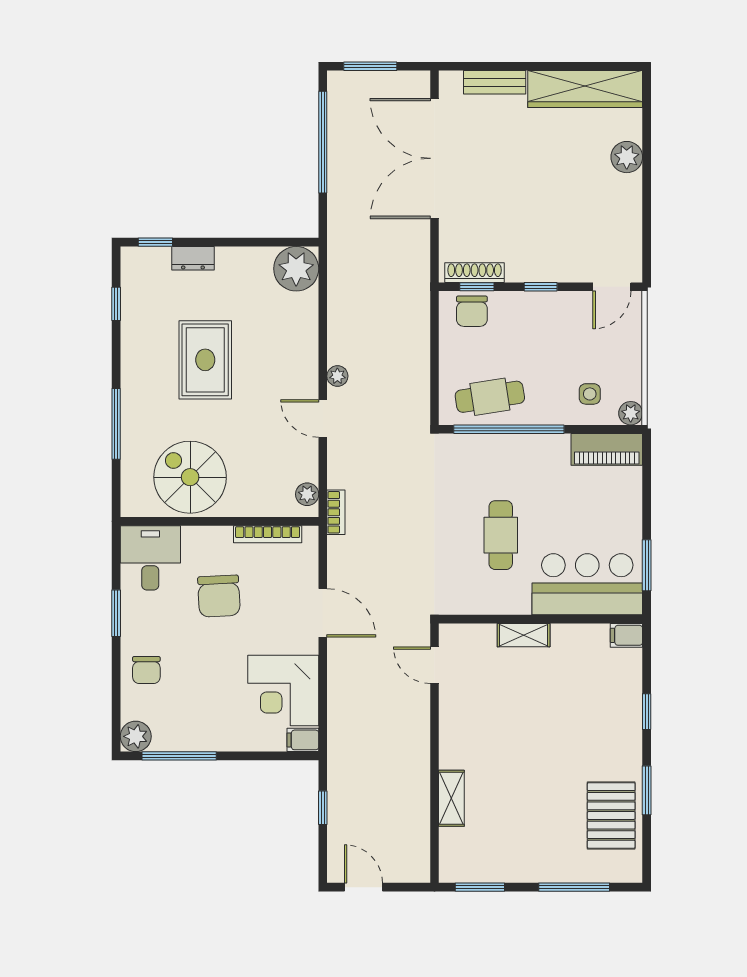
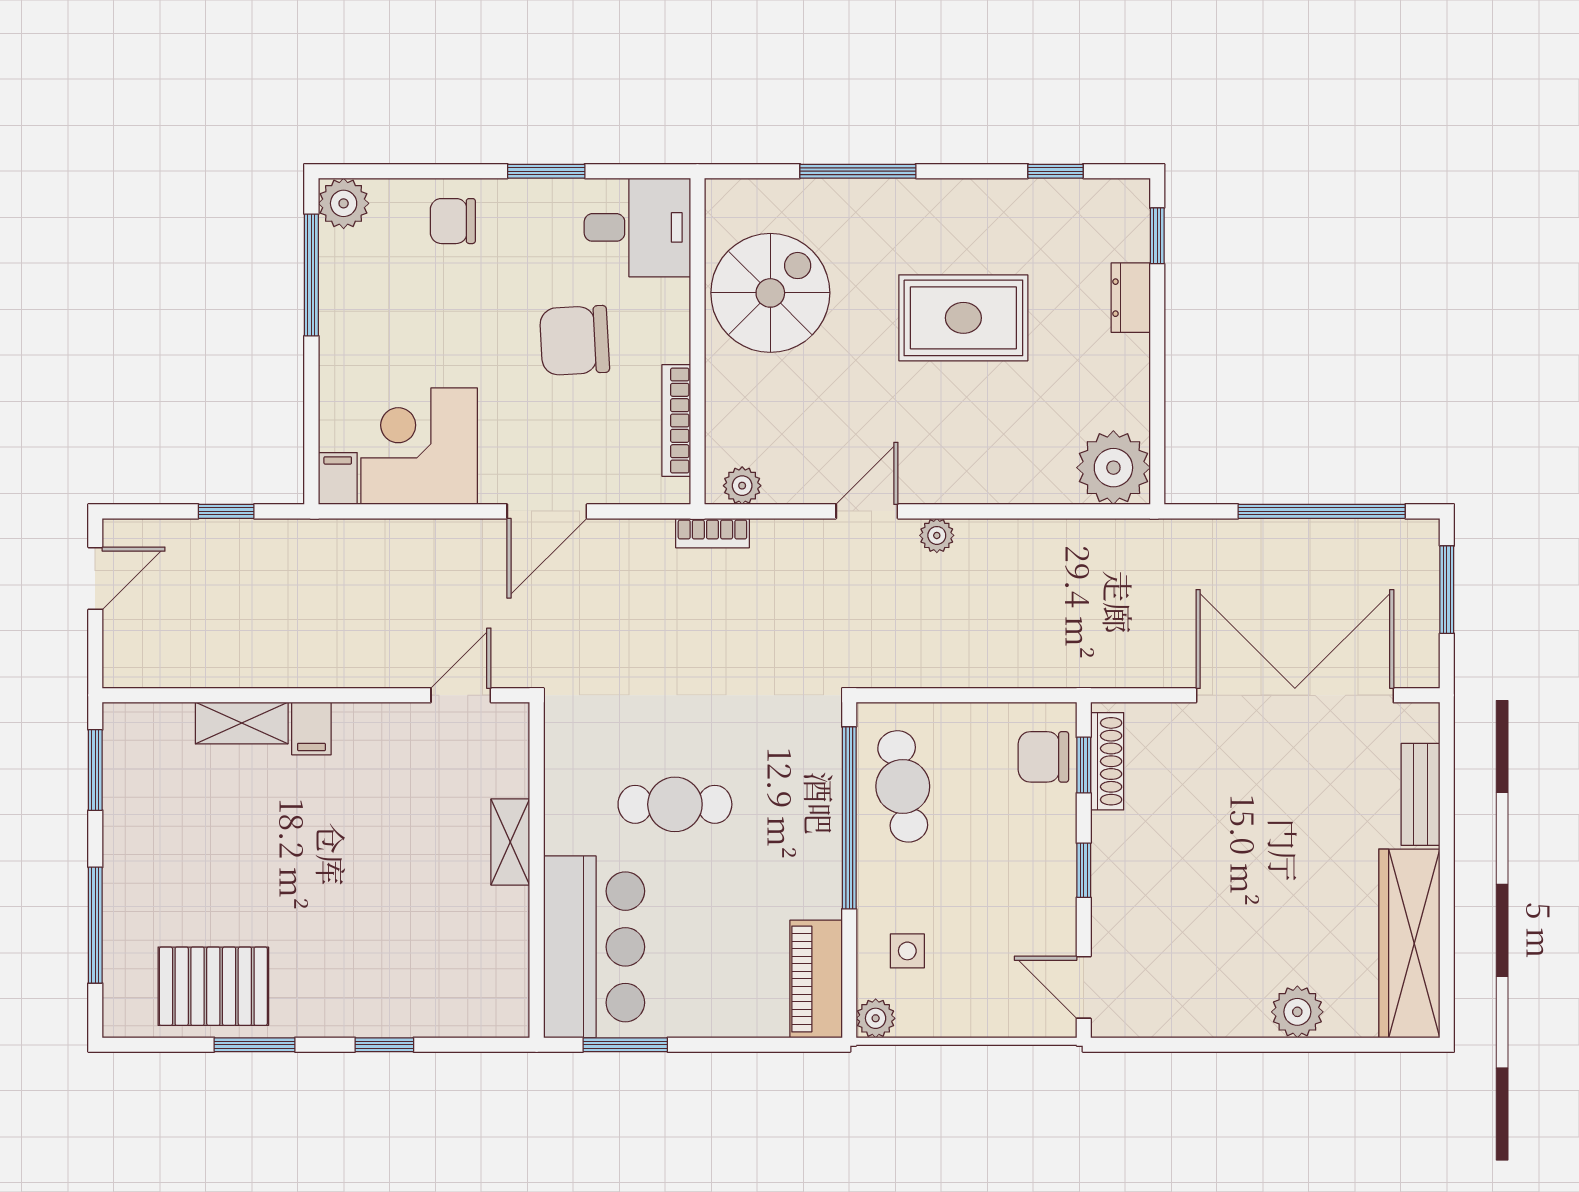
filing cabinet: (626, 635) -> (311, 729), moved, turned 180

